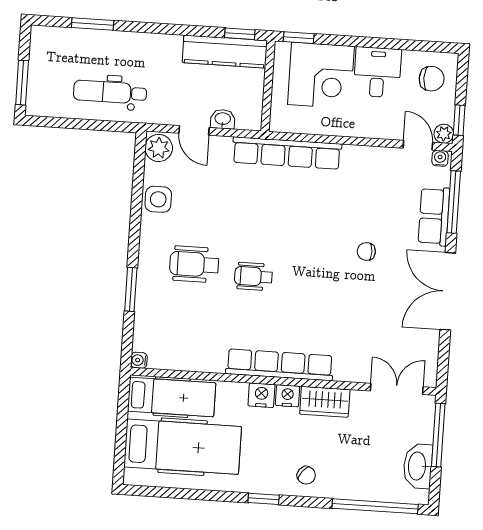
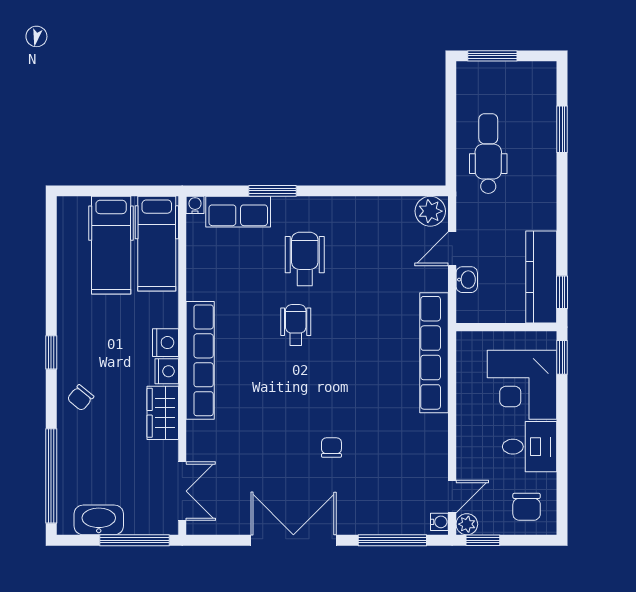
side table: (158, 199) -> (374, 214), removed
row of seats: (434, 216) -> (238, 212), moved, turned 180
hospital bed: (183, 447) -> (111, 245), width x0.73, depth x0.78

